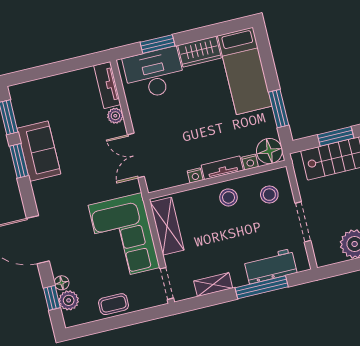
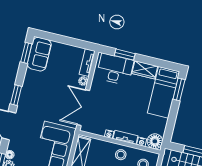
window: (279, 109) -> (179, 89), moved
sofa: (39, 151) -> (39, 54), moved
double door: (136, 156) -> (83, 108), width x1.37
window: (19, 161) -> (16, 95), moved

